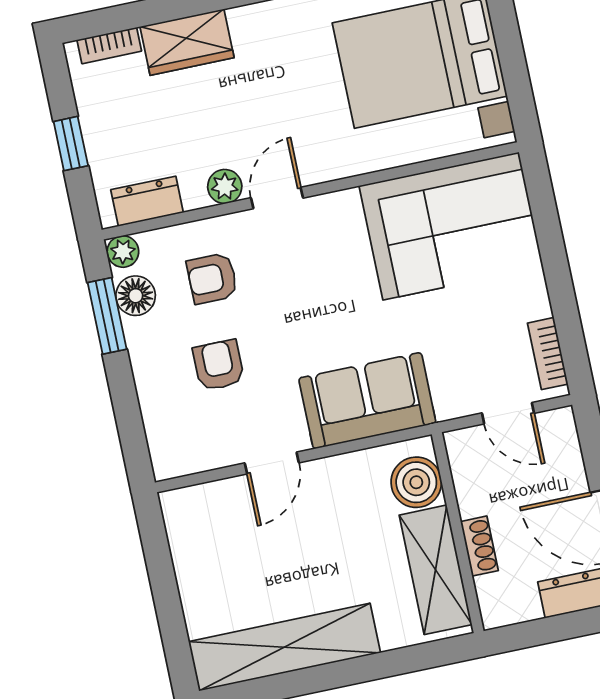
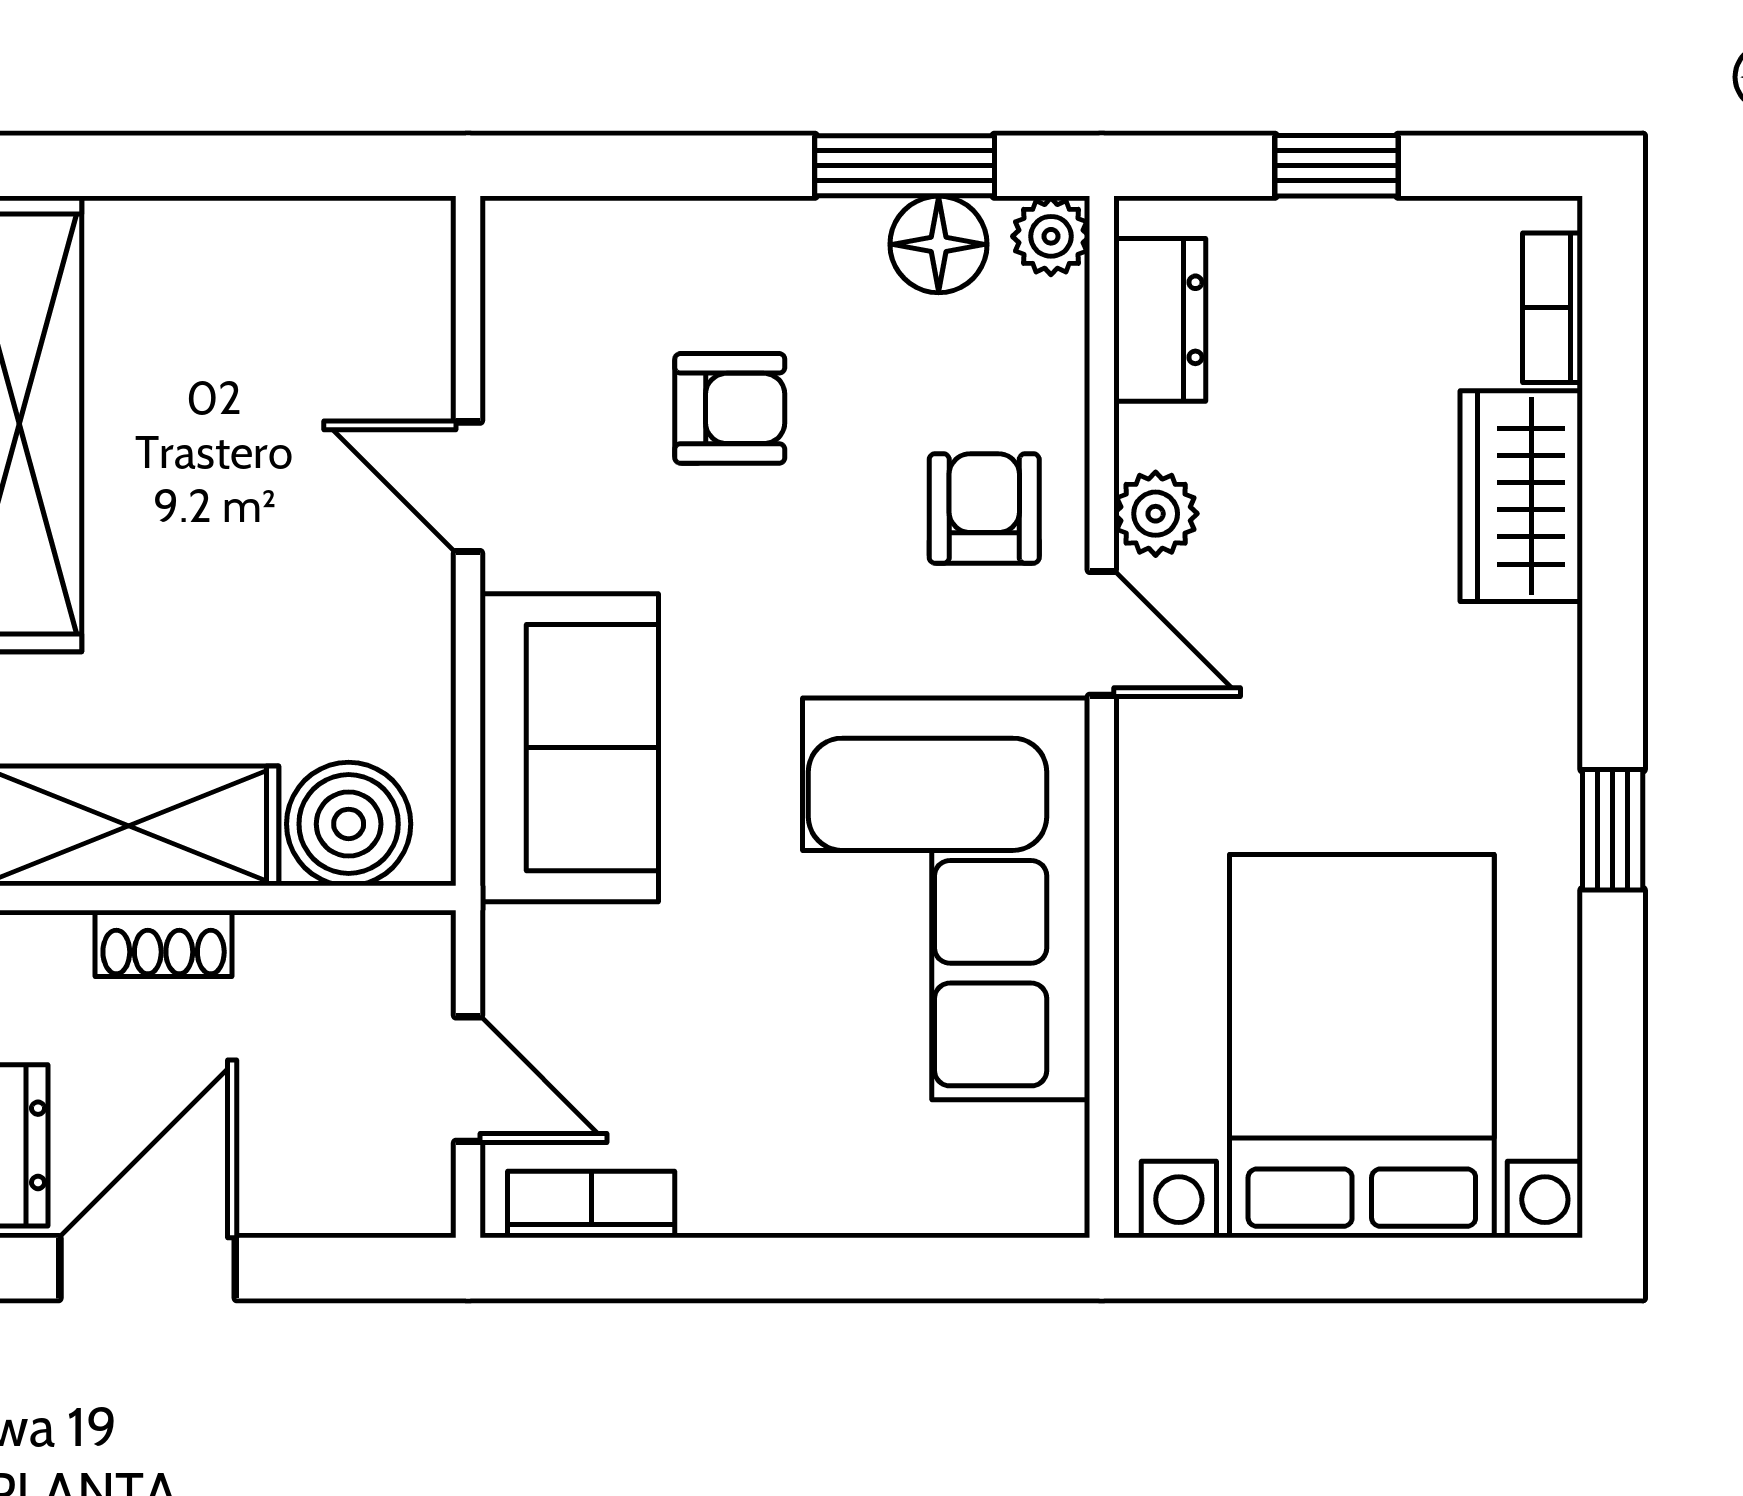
corner sofa: (451, 226) -> (946, 899), moved
armchair: (212, 278) -> (984, 508), moved
door: (508, 413) -> (468, 1079), swing flipped

